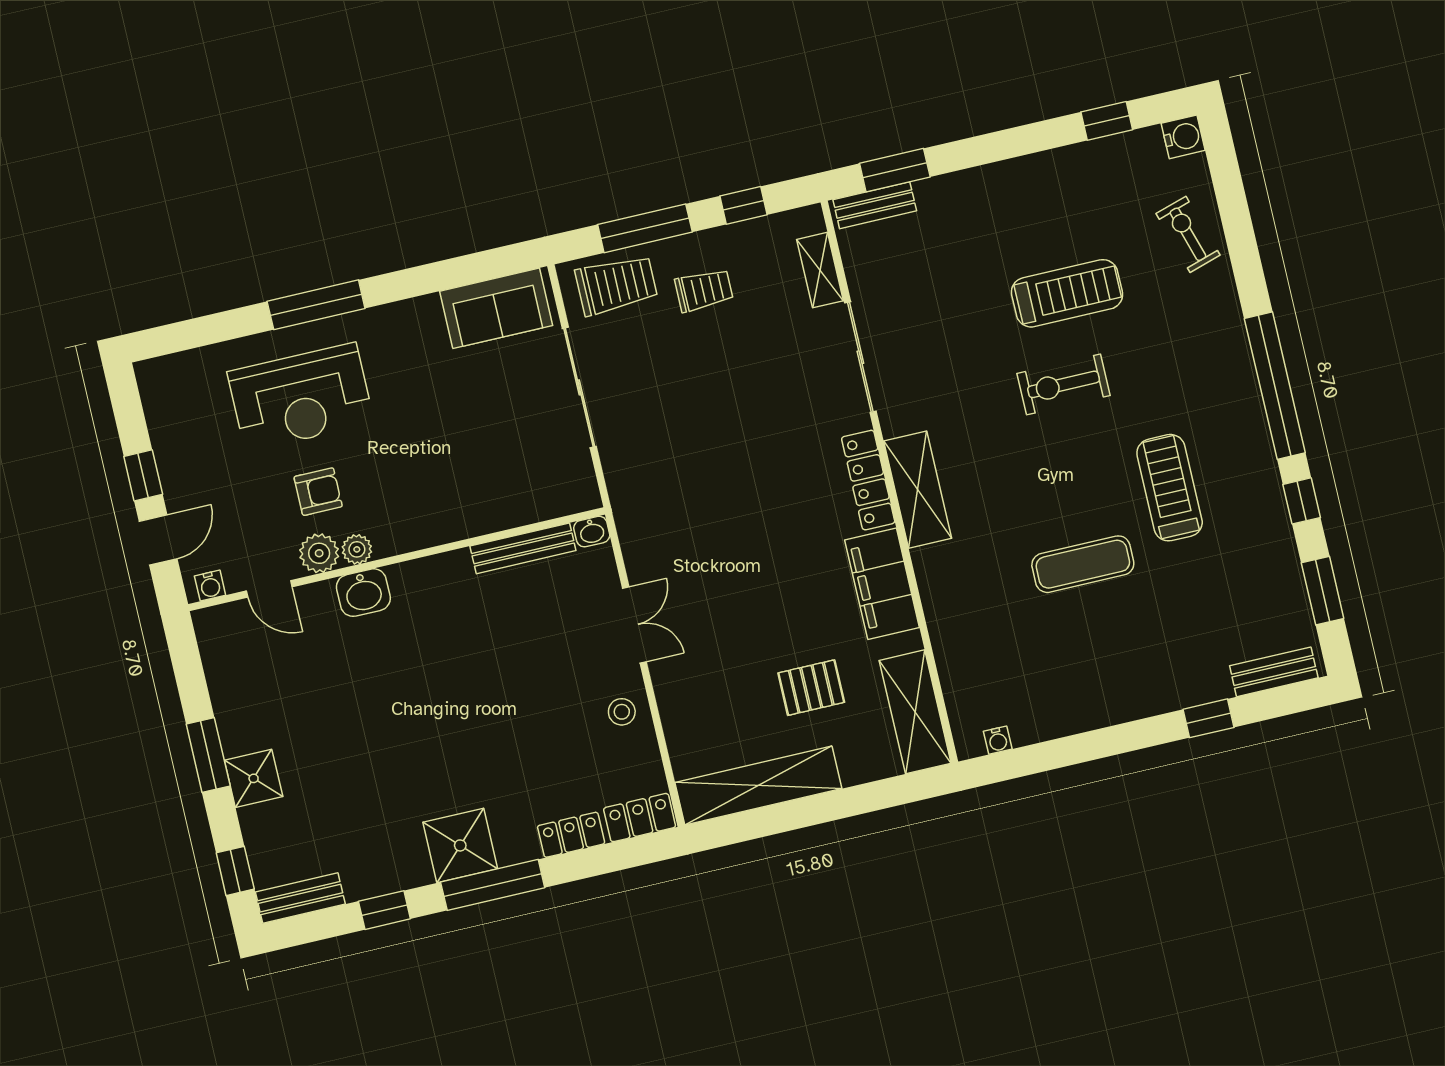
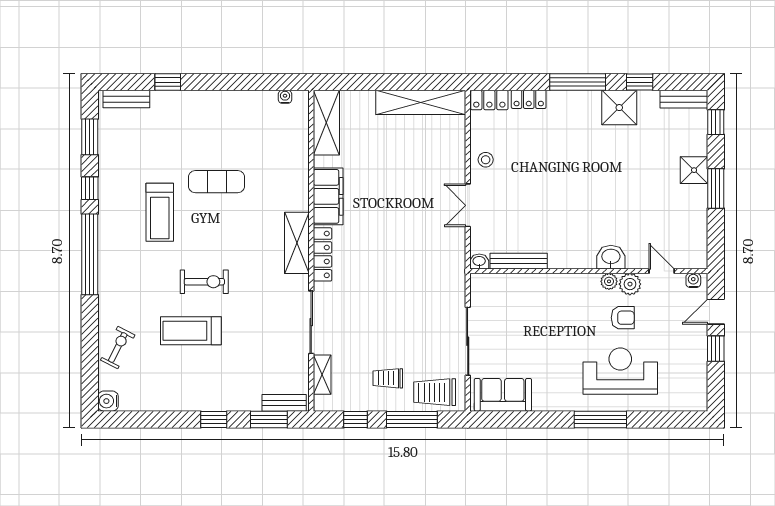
window: (1107, 121) -> (214, 419), moved
exercise bike: (1188, 234) -> (118, 348), turned -136
armchair: (318, 492) -> (623, 318), turned 180
pallet: (811, 688) -> (380, 149), removed
shower: (460, 845) -> (619, 108), moved

